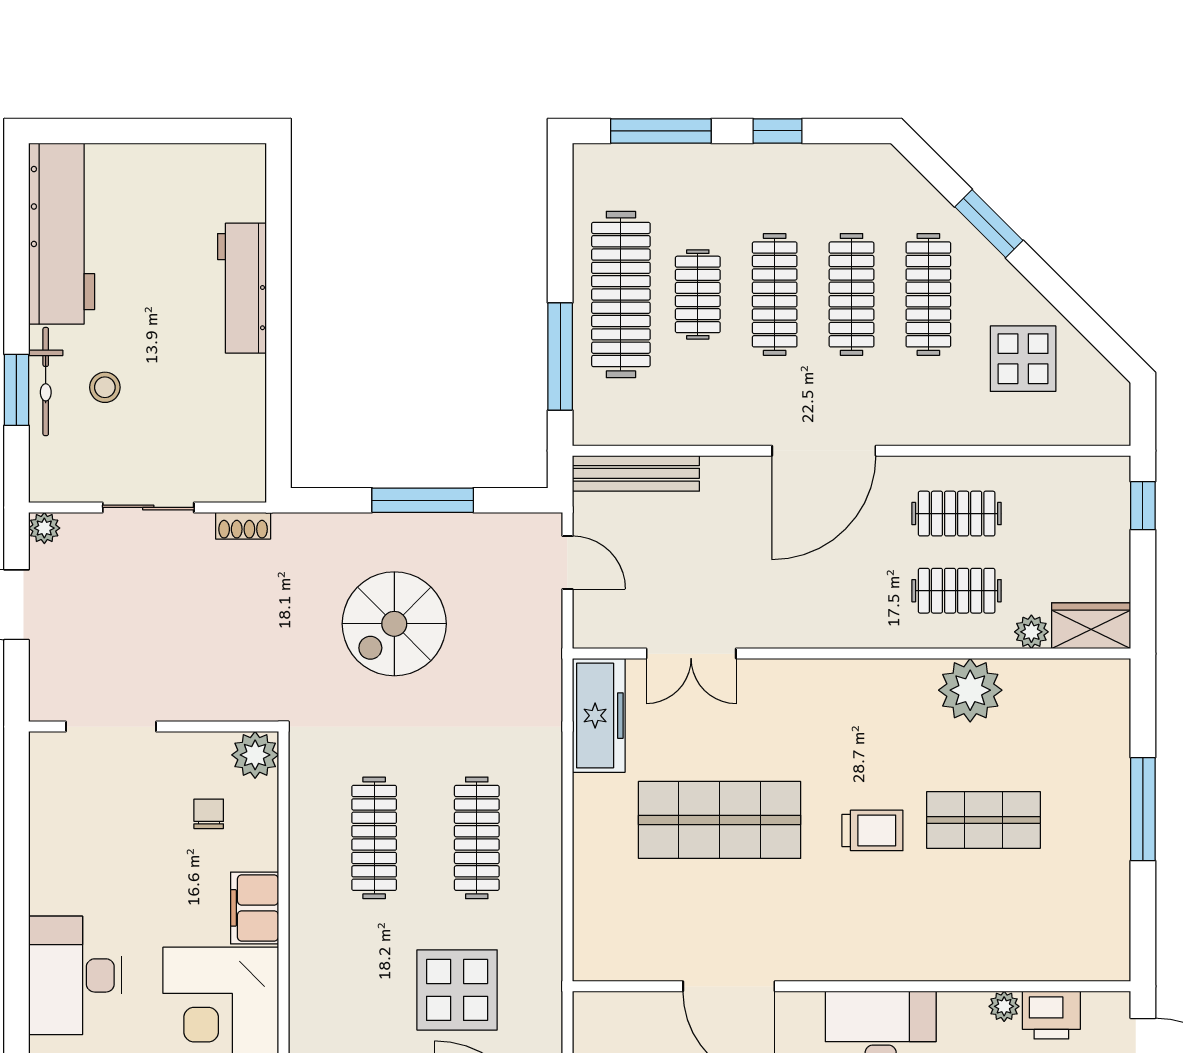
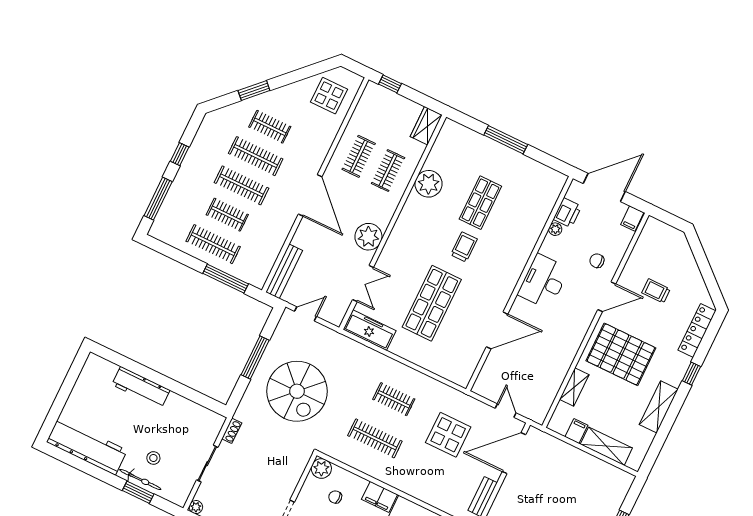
clothes rail: (621, 294) -> (213, 244), width x0.73, depth x0.76
clothes rail: (928, 294) -> (270, 127), width x0.73
display table: (1023, 359) -> (329, 96), moved
spiral stairs: (394, 624) -> (297, 391), width x1.37, depth x1.37
plant: (1031, 632) -> (368, 237), moved, width x1.87, depth x1.87
clothes rail: (477, 838) -> (394, 399), width x0.73

